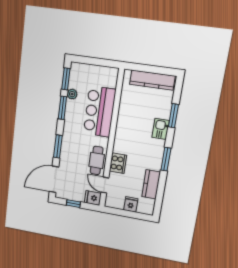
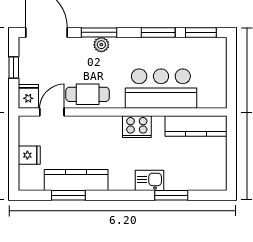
kitchen counter: (152, 80) -> (196, 126), moved, turned -90
plant: (72, 94) -> (101, 45), moved
window: (166, 159) -> (68, 195), moved
cooker: (118, 163) -> (137, 127), moved
kitchen counter: (151, 184) -> (76, 180), width x1.50

